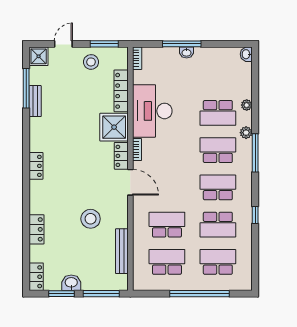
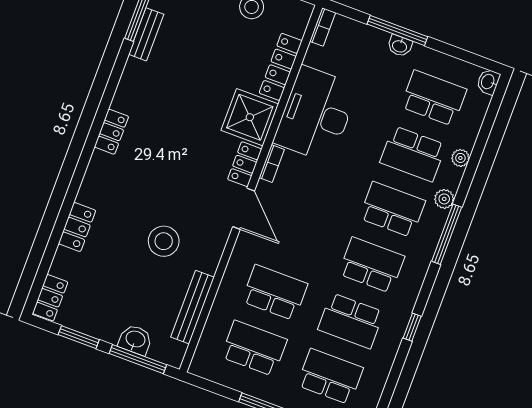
school desk: (218, 76) -> (434, 98), added
washbasin: (71, 283) -> (135, 340), moved

